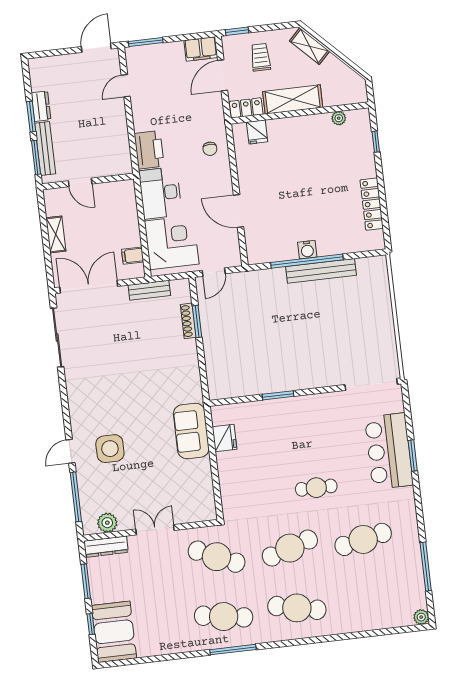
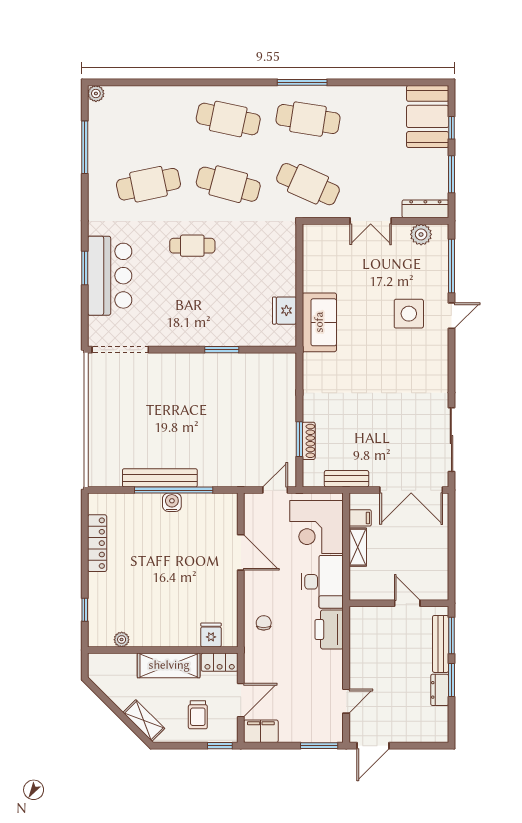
shelving: (56, 234) -> (358, 547), moved
cafe table: (290, 548) -> (228, 184), turned 33

